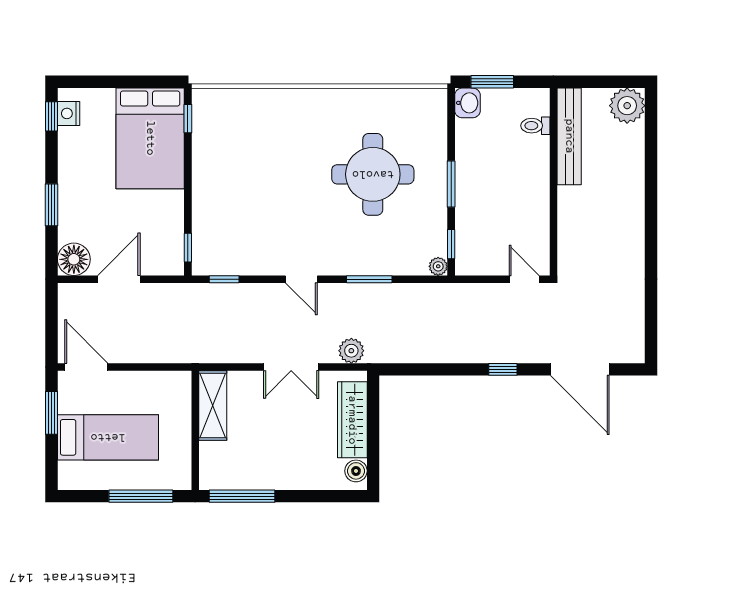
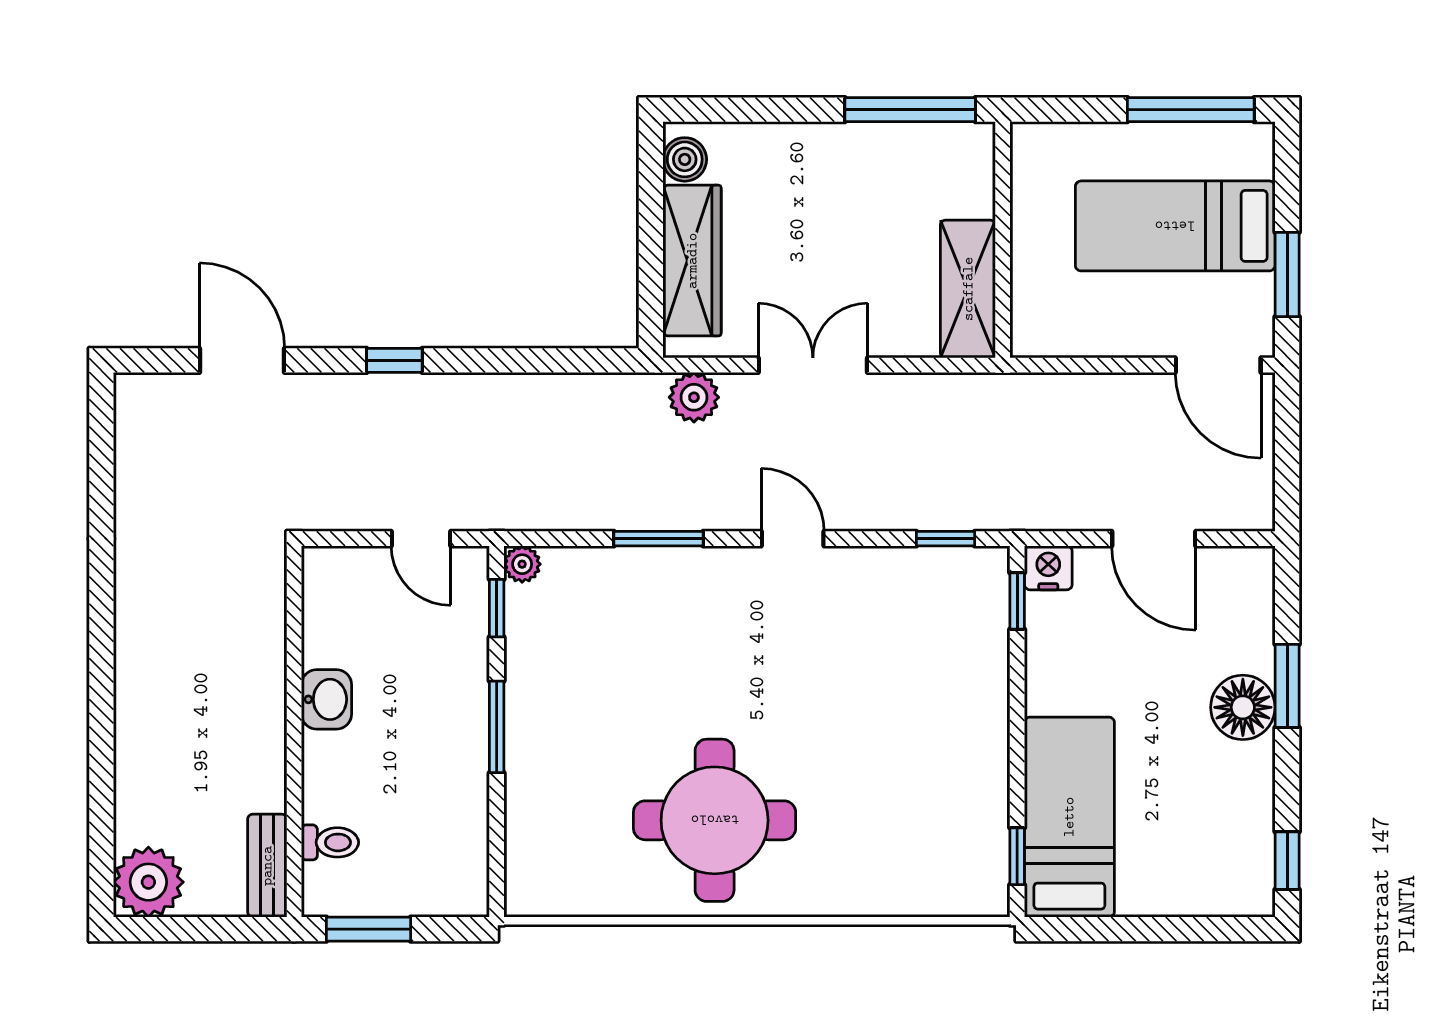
window: (492, 82) -> (368, 929), moved
washbasin: (467, 103) -> (326, 699), moved, turned 180
nightstand: (69, 113) -> (1048, 568), moved, turned -90
bench: (569, 136) -> (267, 866), width x0.54, depth x0.82
bed: (150, 138) -> (1069, 817), width x0.67
round table: (373, 174) -> (715, 820), moved
floor lamp: (74, 259) -> (1243, 707), moved
door: (119, 279) -> (1154, 539), hinge flipped
door: (524, 279) -> (421, 539), moved
door: (580, 369) -> (242, 360), width x0.73
window: (141, 496) -> (1191, 110), moved

